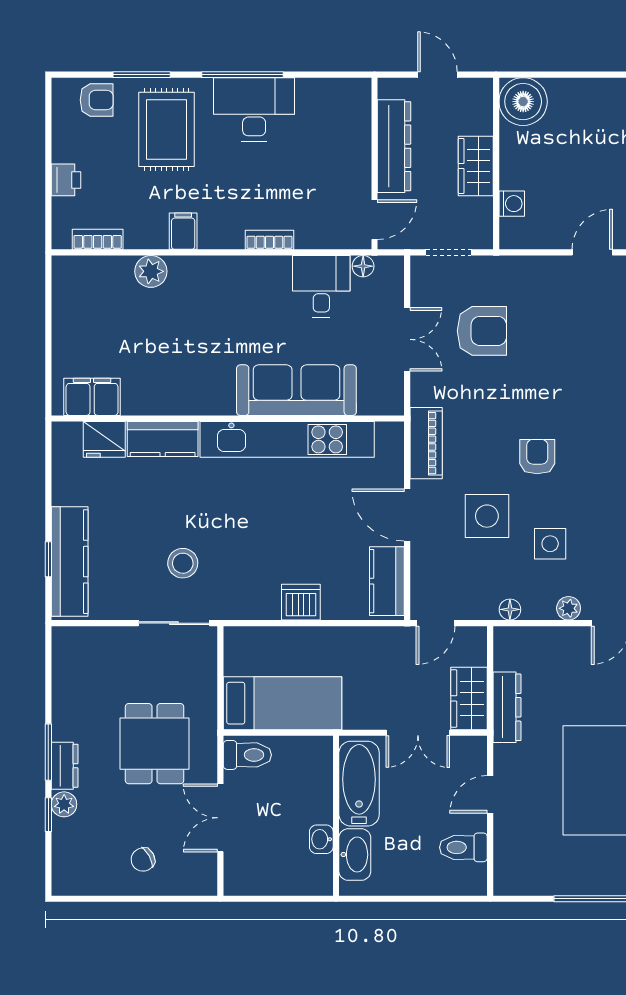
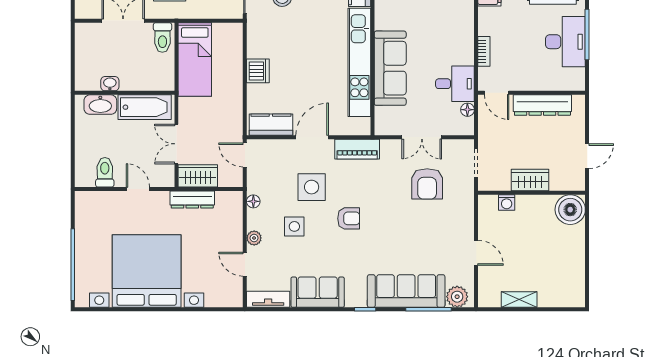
dresser: (394, 146) -> (542, 105), moved
wall: (375, 164) -> (532, 93), moved
door: (375, 220) -> (497, 93), moved

